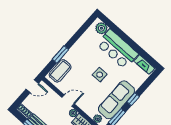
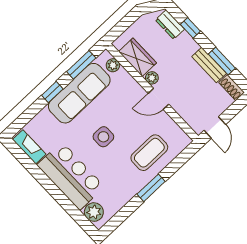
window: (60, 54) -> (151, 188), moved
coffee table: (60, 71) -> (149, 153), moved
door: (32, 86) -> (215, 127), swing flipped

